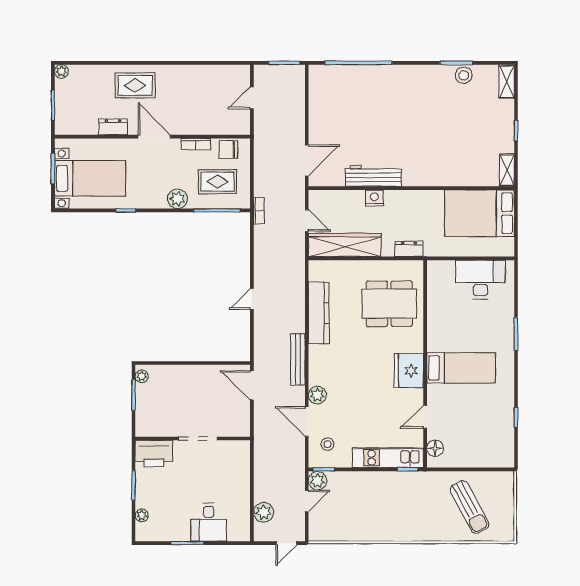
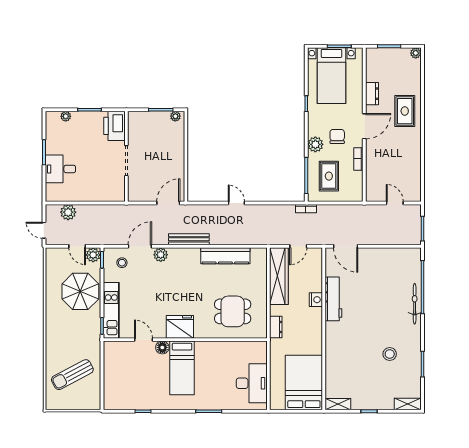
bicycle: (380, 73) -> (415, 304), added
stool: (464, 75) -> (390, 354), moved
chair: (228, 150) -> (337, 136), moved
dining table: (389, 304) -> (233, 311), width x0.73
floor lamp: (435, 448) -> (162, 347), moved
parasol: (364, 497) -> (80, 291), added

